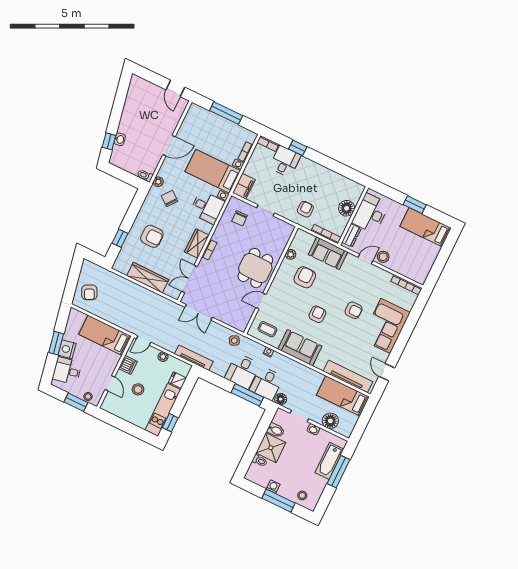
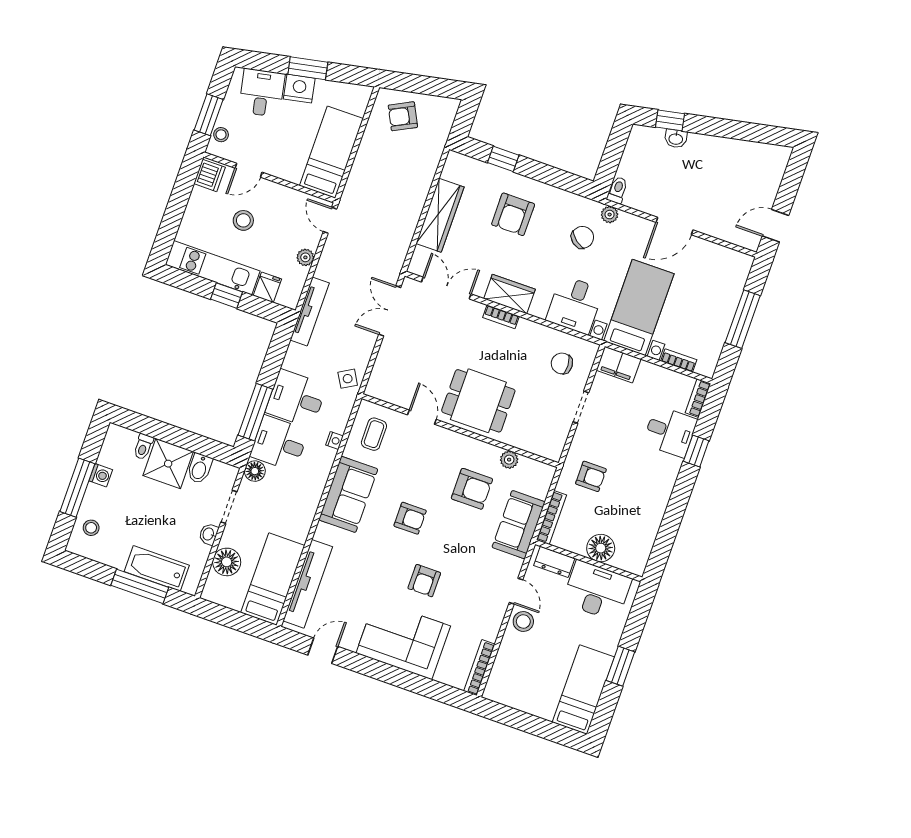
door: (169, 146) -> (675, 226), hinge flipped
dishwasher: (128, 365) -> (209, 175), moved, turned -90
window: (170, 423) -> (227, 296), moved

